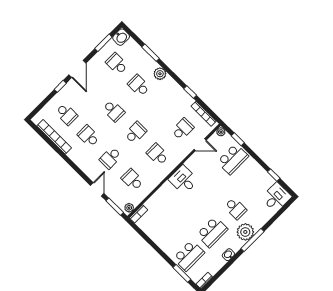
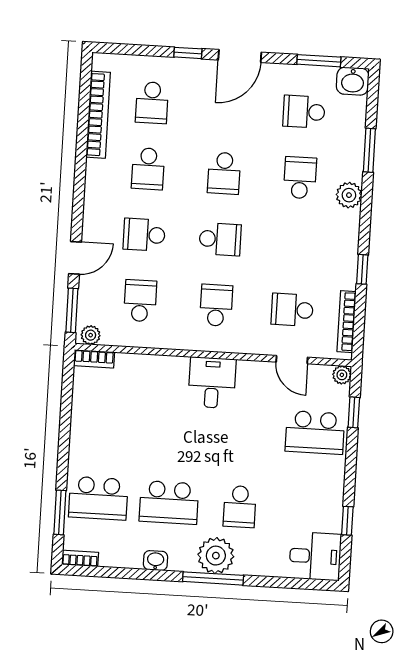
school desk: (117, 64) -> (304, 112), turned -90
school desk: (183, 129) -> (292, 310), turned 180
school desk: (89, 136) -> (148, 169), turned 180

